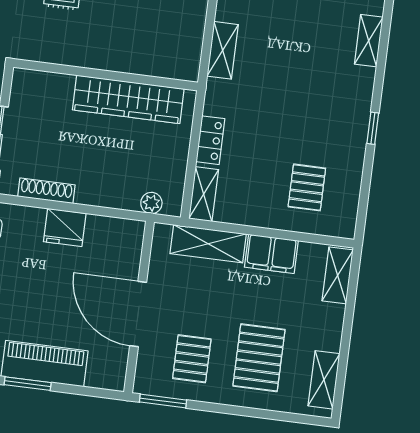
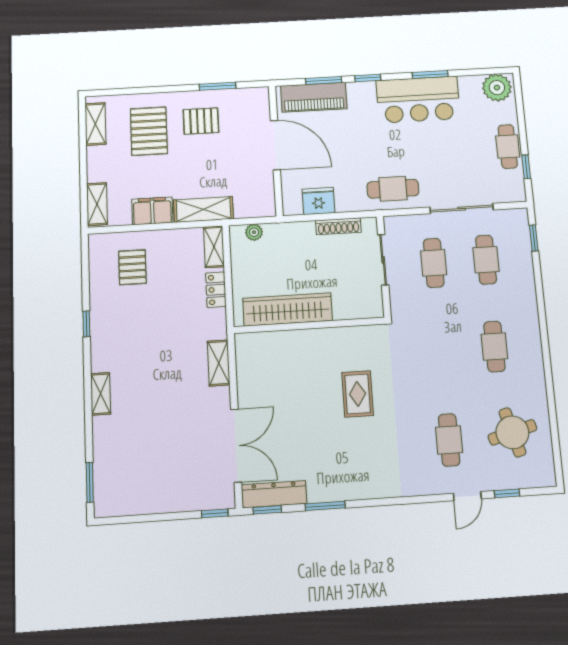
wall: (139, 307) -> (276, 150), moved
door: (138, 314) -> (275, 145), moved
pallet: (192, 359) -> (201, 121), turned 90

